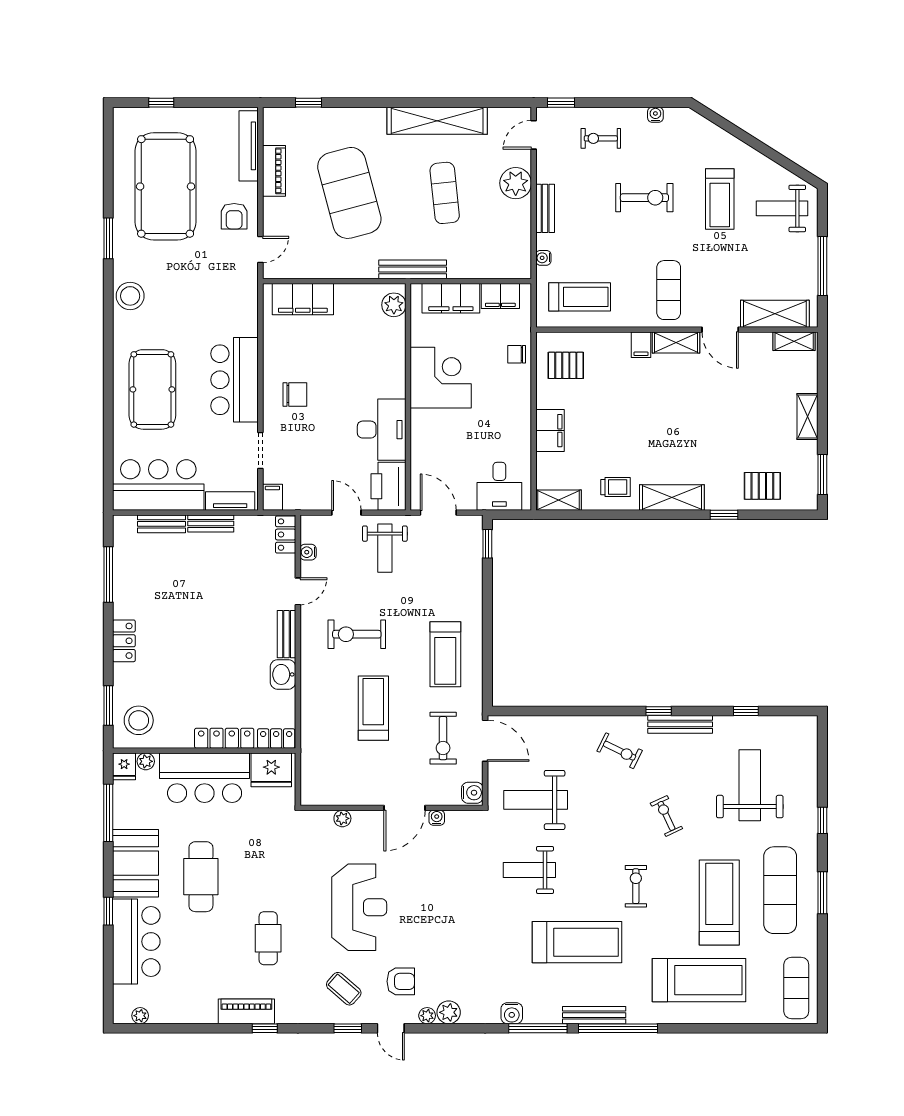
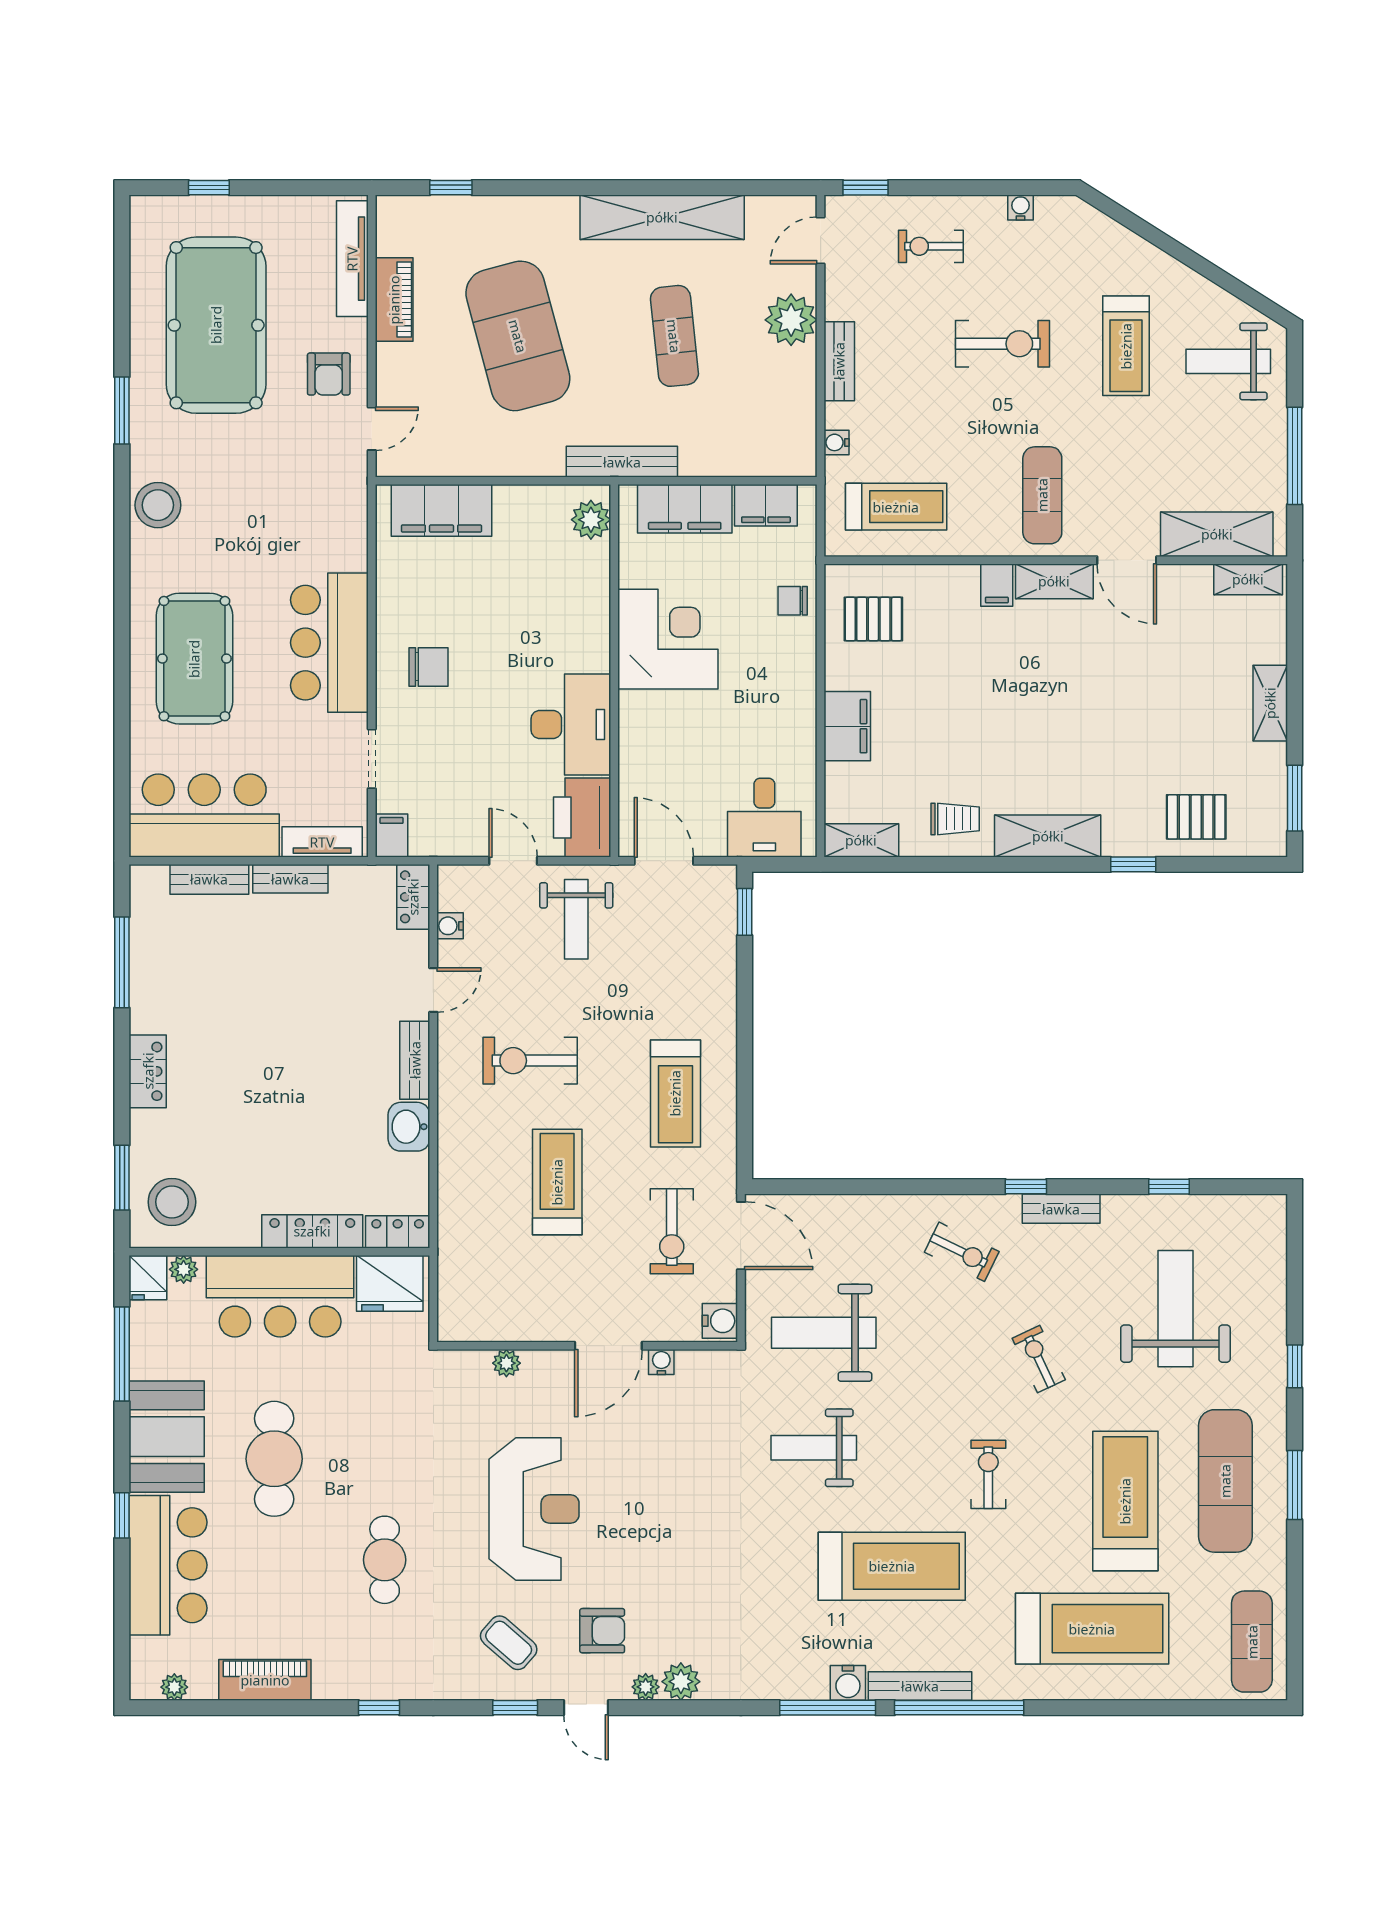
bench: (680, 724) -> (1061, 1209), width x0.73
piano: (246, 1011) -> (265, 1680), moved
water cooler: (512, 1013) -> (848, 1683), moved

